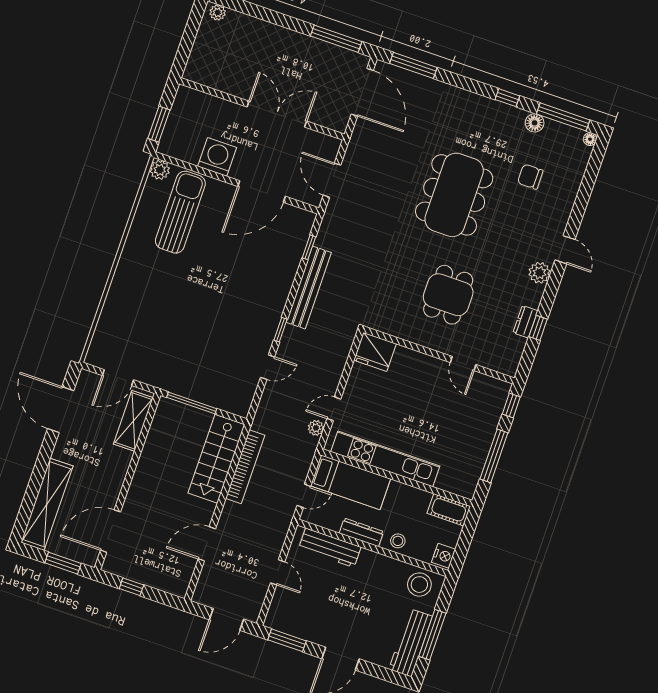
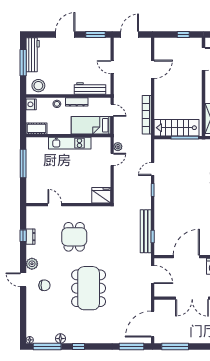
door: (362, 92) -> (153, 324), hinge flipped
chair: (530, 177) -> (44, 285), moved
bench: (309, 287) -> (146, 231), moved
window: (511, 406) -> (23, 192), removed
stairs: (216, 459) -> (176, 128), moved, turned -90
kitchen unit: (385, 459) -> (70, 143), width x0.73
door: (304, 496) -> (112, 110), swing flipped

